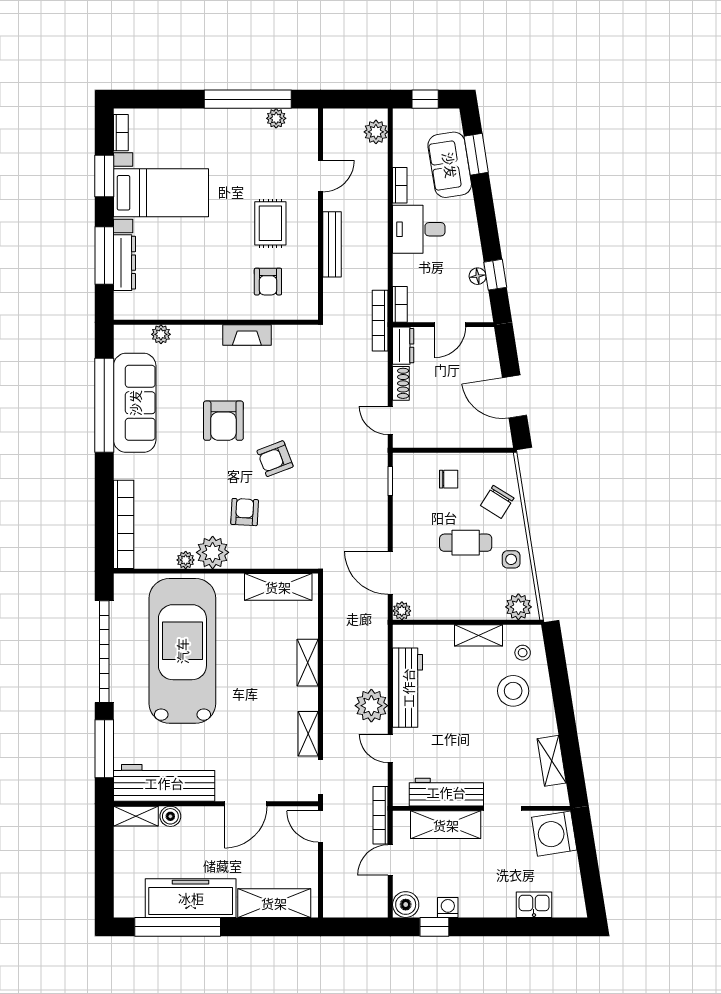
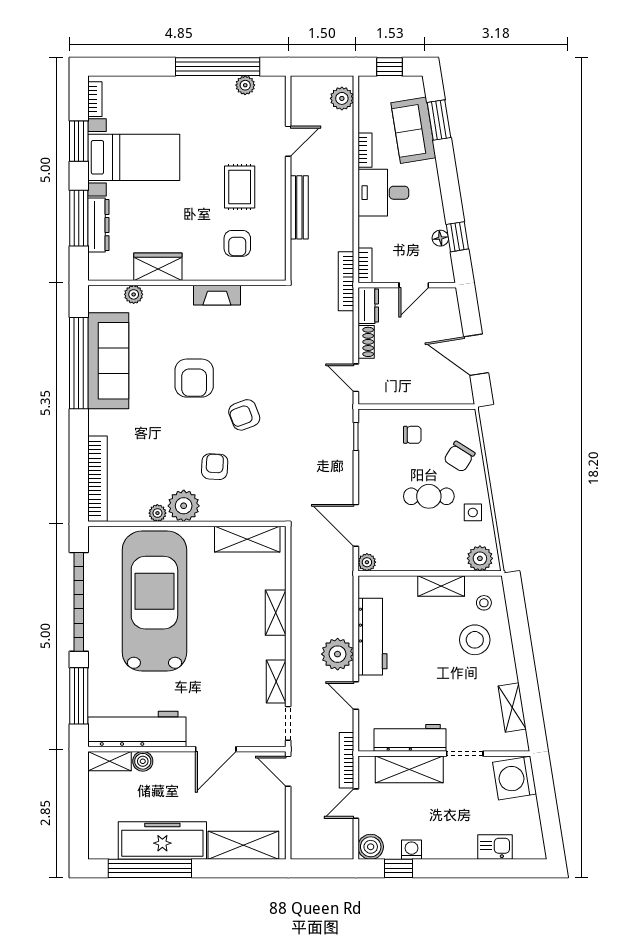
wardrobe: (186, 306) -> (158, 267), added

